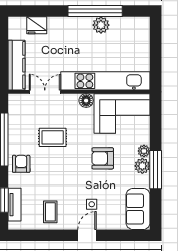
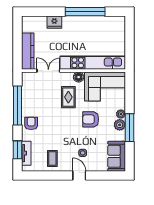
fridge: (37, 25) -> (54, 22), moved
plant: (101, 25) -> (89, 22), removed
rug: (53, 137) -> (68, 97), moved, turned 90
door: (87, 235) -> (79, 176), hinge flipped

